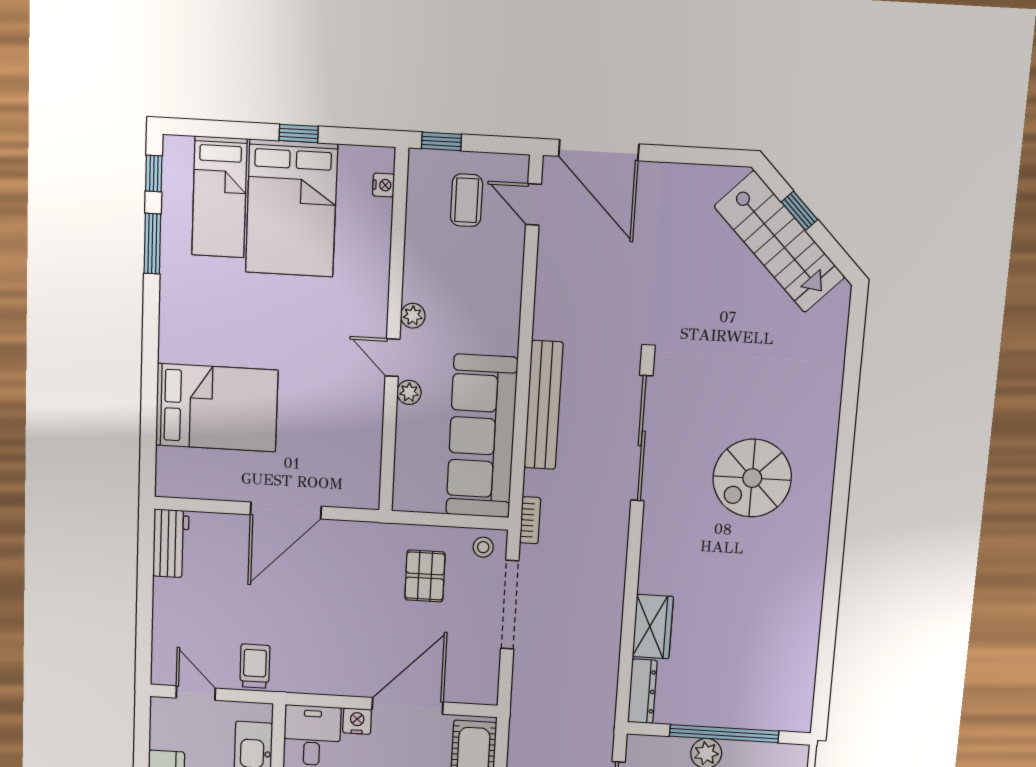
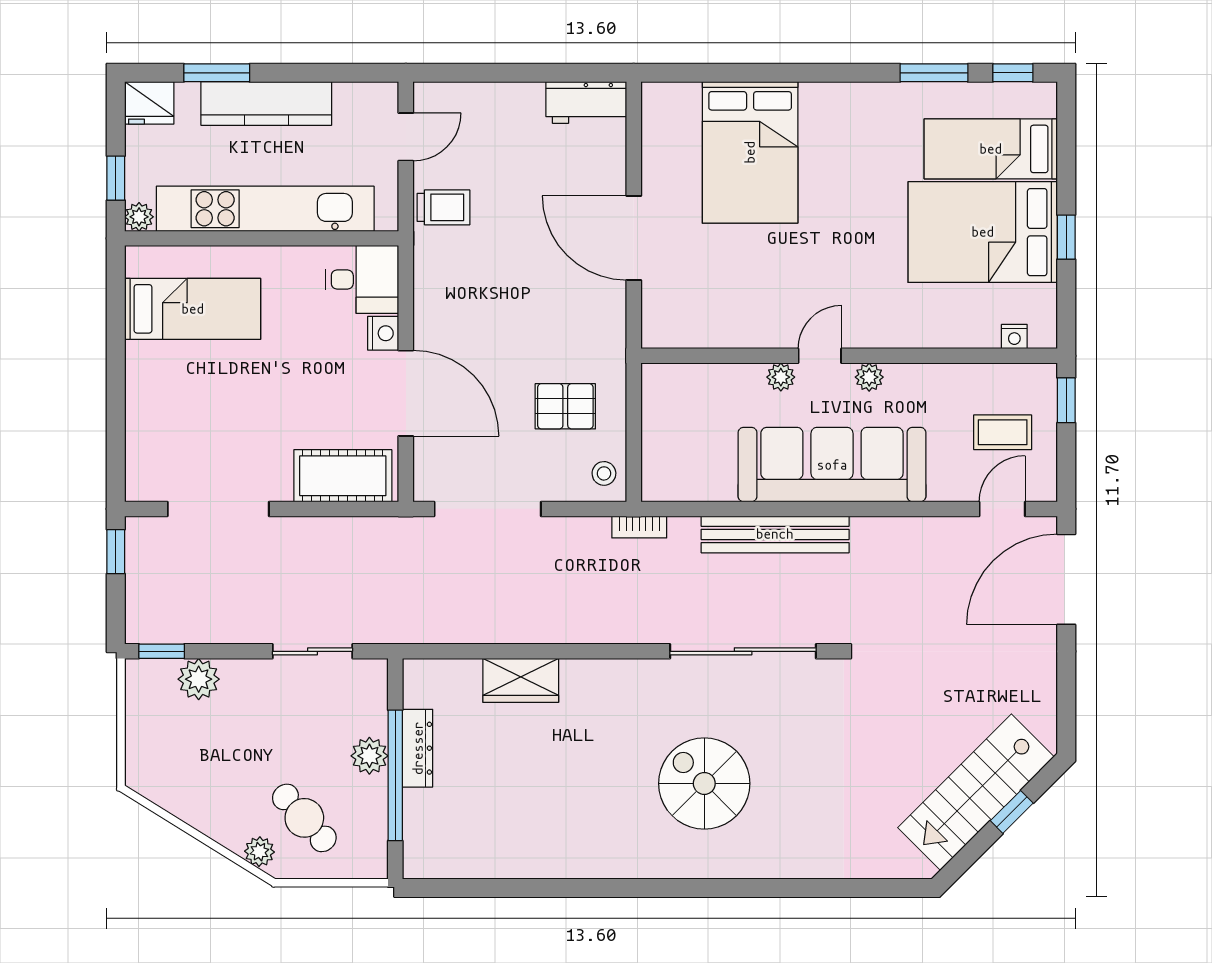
sofa: (482, 436) -> (832, 465), moved
doorway: (510, 605) -> (488, 509), moved
dresser: (642, 691) -> (418, 748), moved, turned -90

